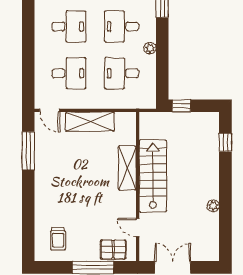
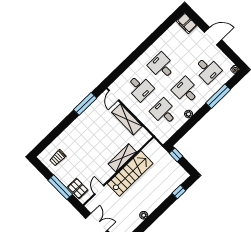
desk: (69, 26) -> (162, 66), turned 180

